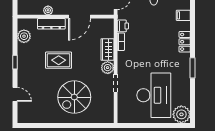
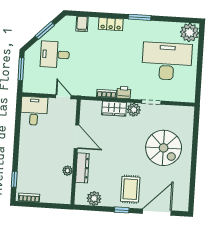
printer: (123, 26) -> (124, 92), moved
rug: (59, 60) -> (130, 189), moved
door: (15, 94) -> (157, 212), width x1.88

